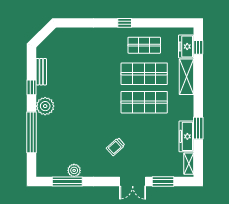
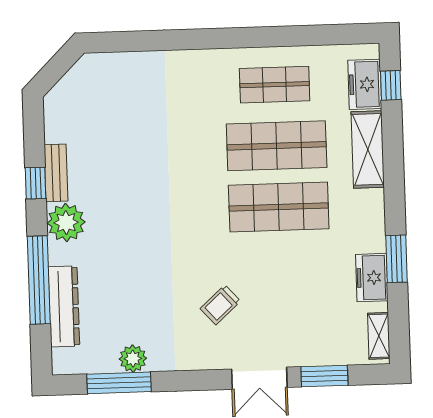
window: (125, 23) -> (231, 38), removed
bench: (41, 72) -> (56, 173), moved
freezer: (186, 136) -> (372, 278), width x0.71
dresser: (43, 145) -> (64, 306), added

